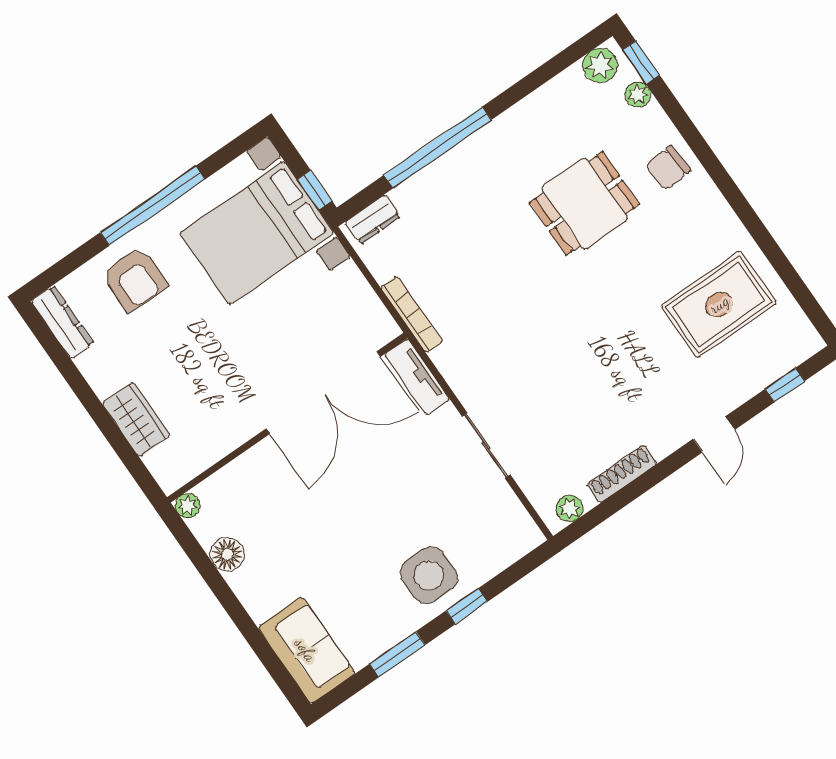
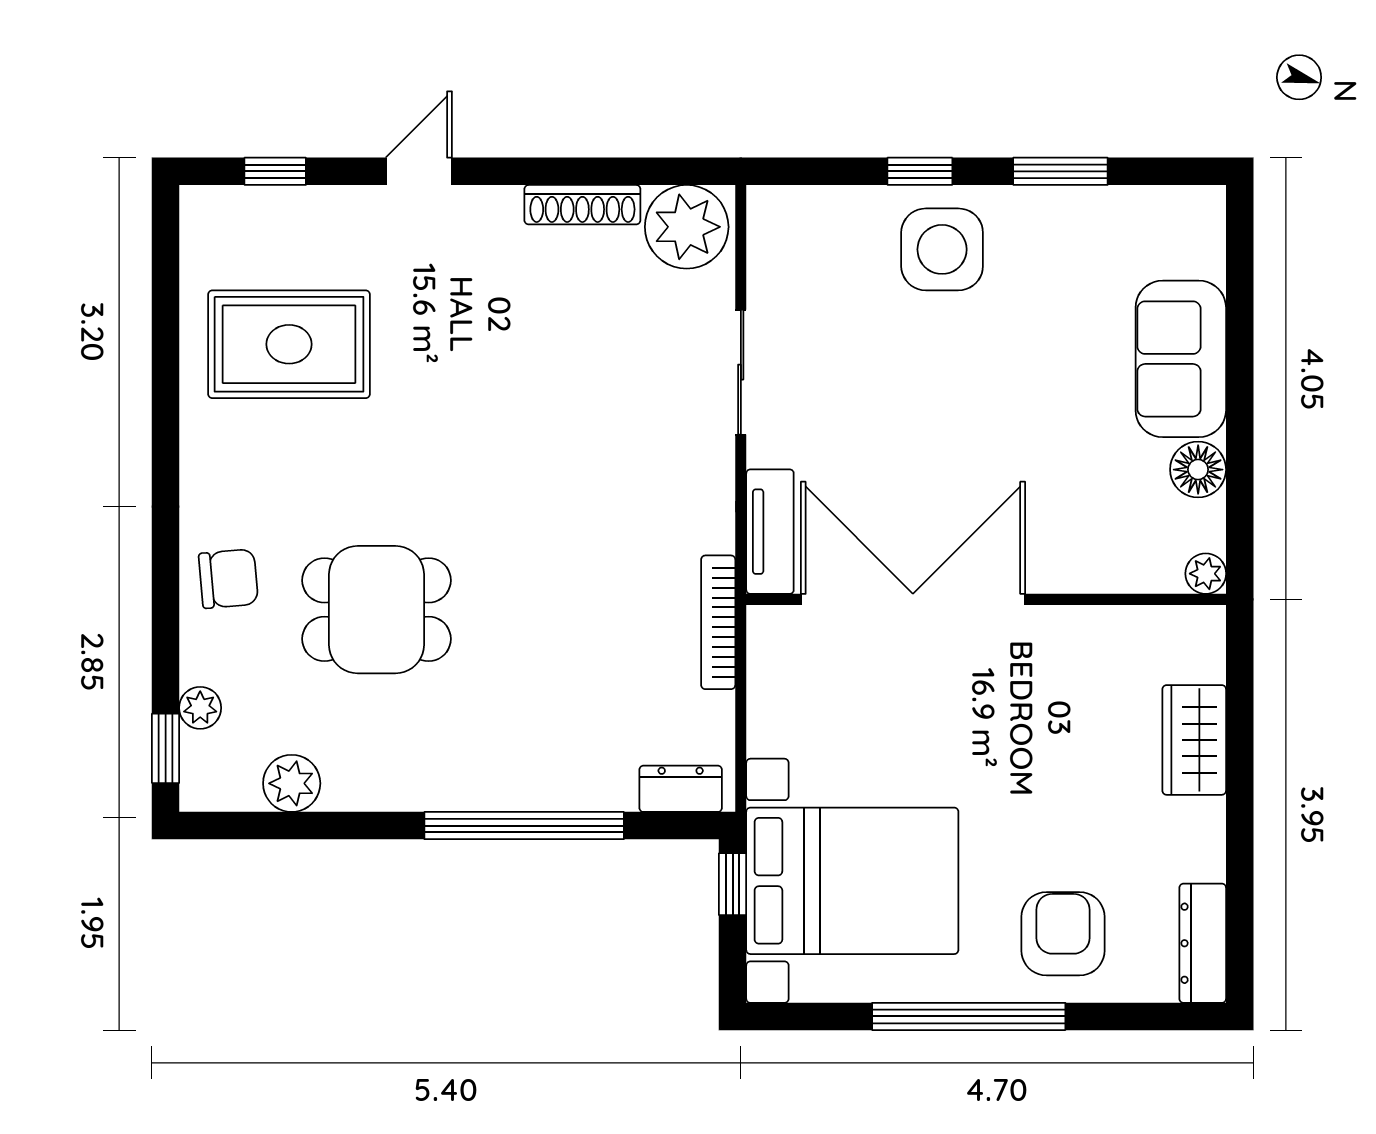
plant: (600, 65) -> (292, 783), moved
plant: (569, 508) -> (687, 227), width x1.87, depth x1.87
sofa: (306, 650) -> (1181, 359), moved

